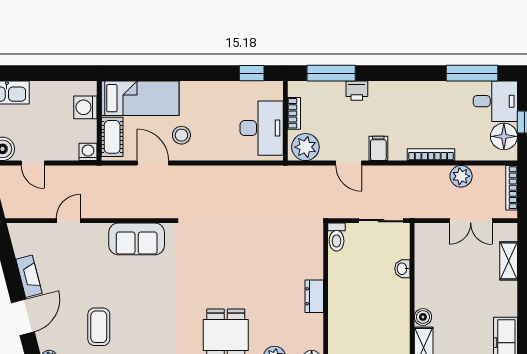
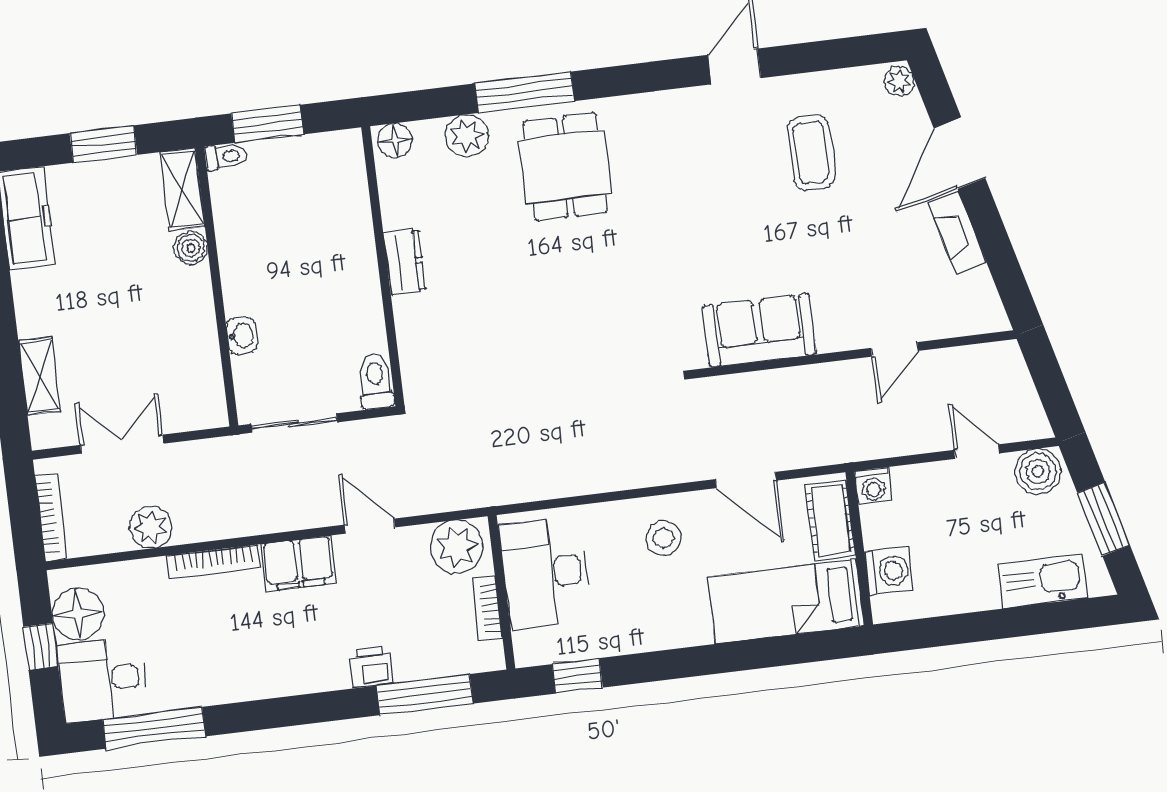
stool: (181, 135) -> (663, 538), moved
filing cabinet: (378, 148) -> (299, 563), width x2.00

